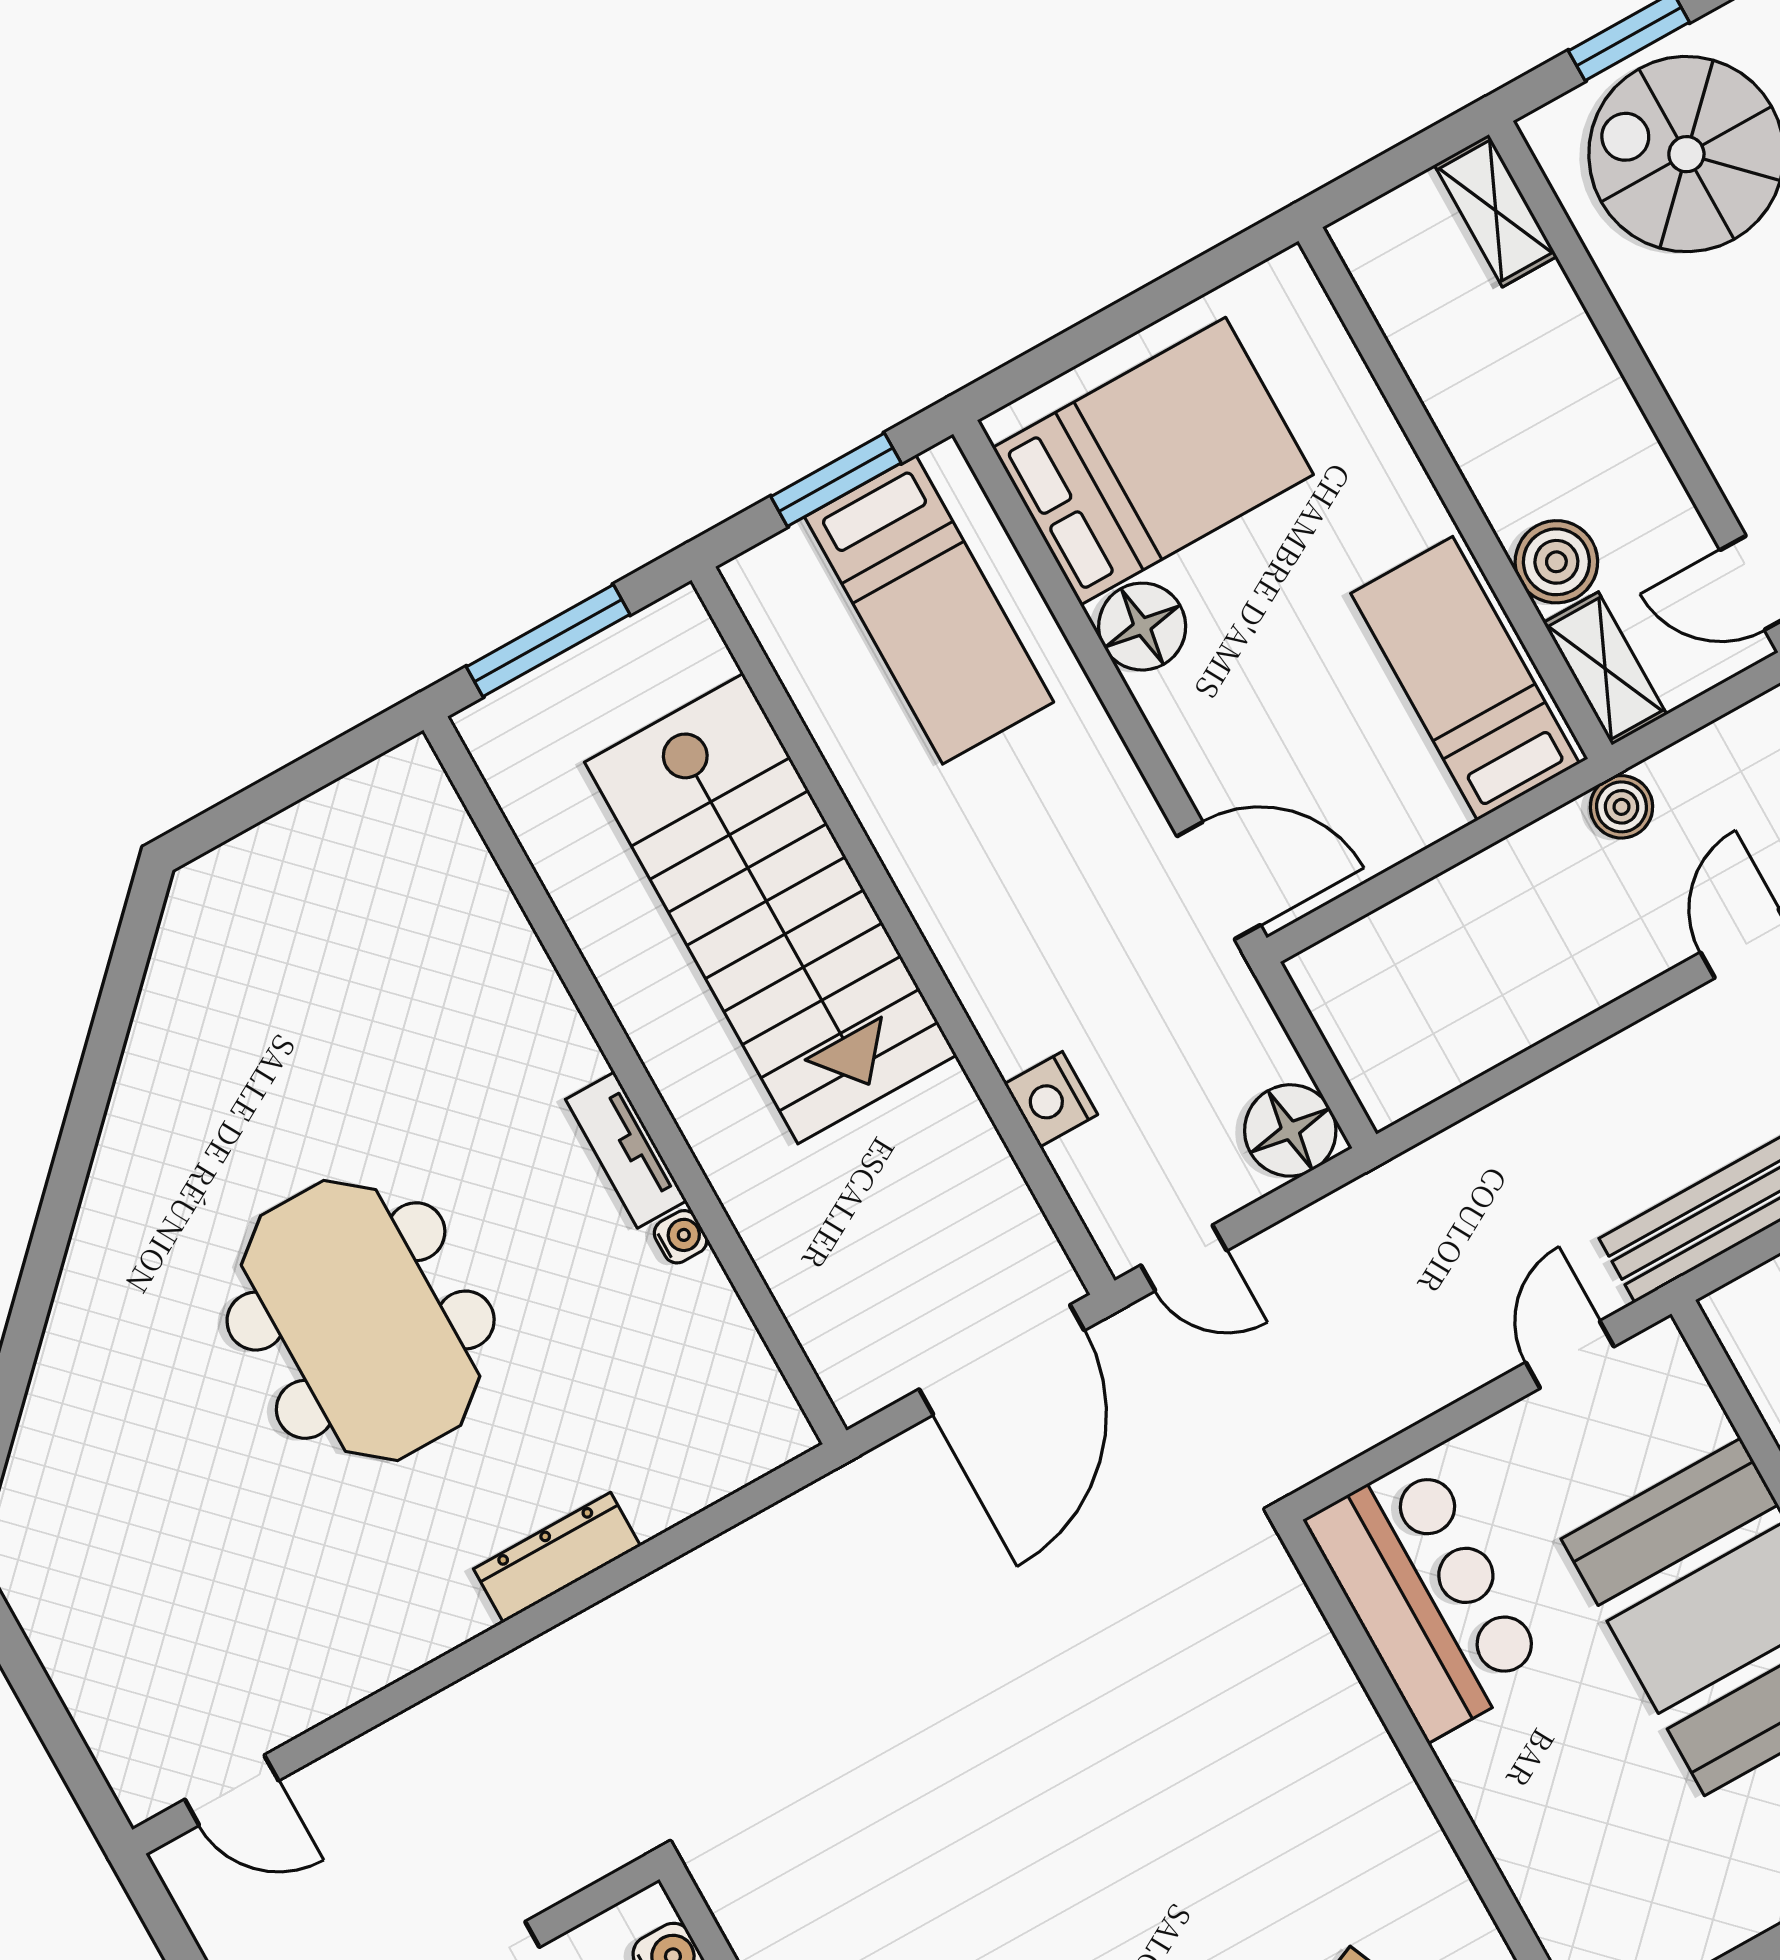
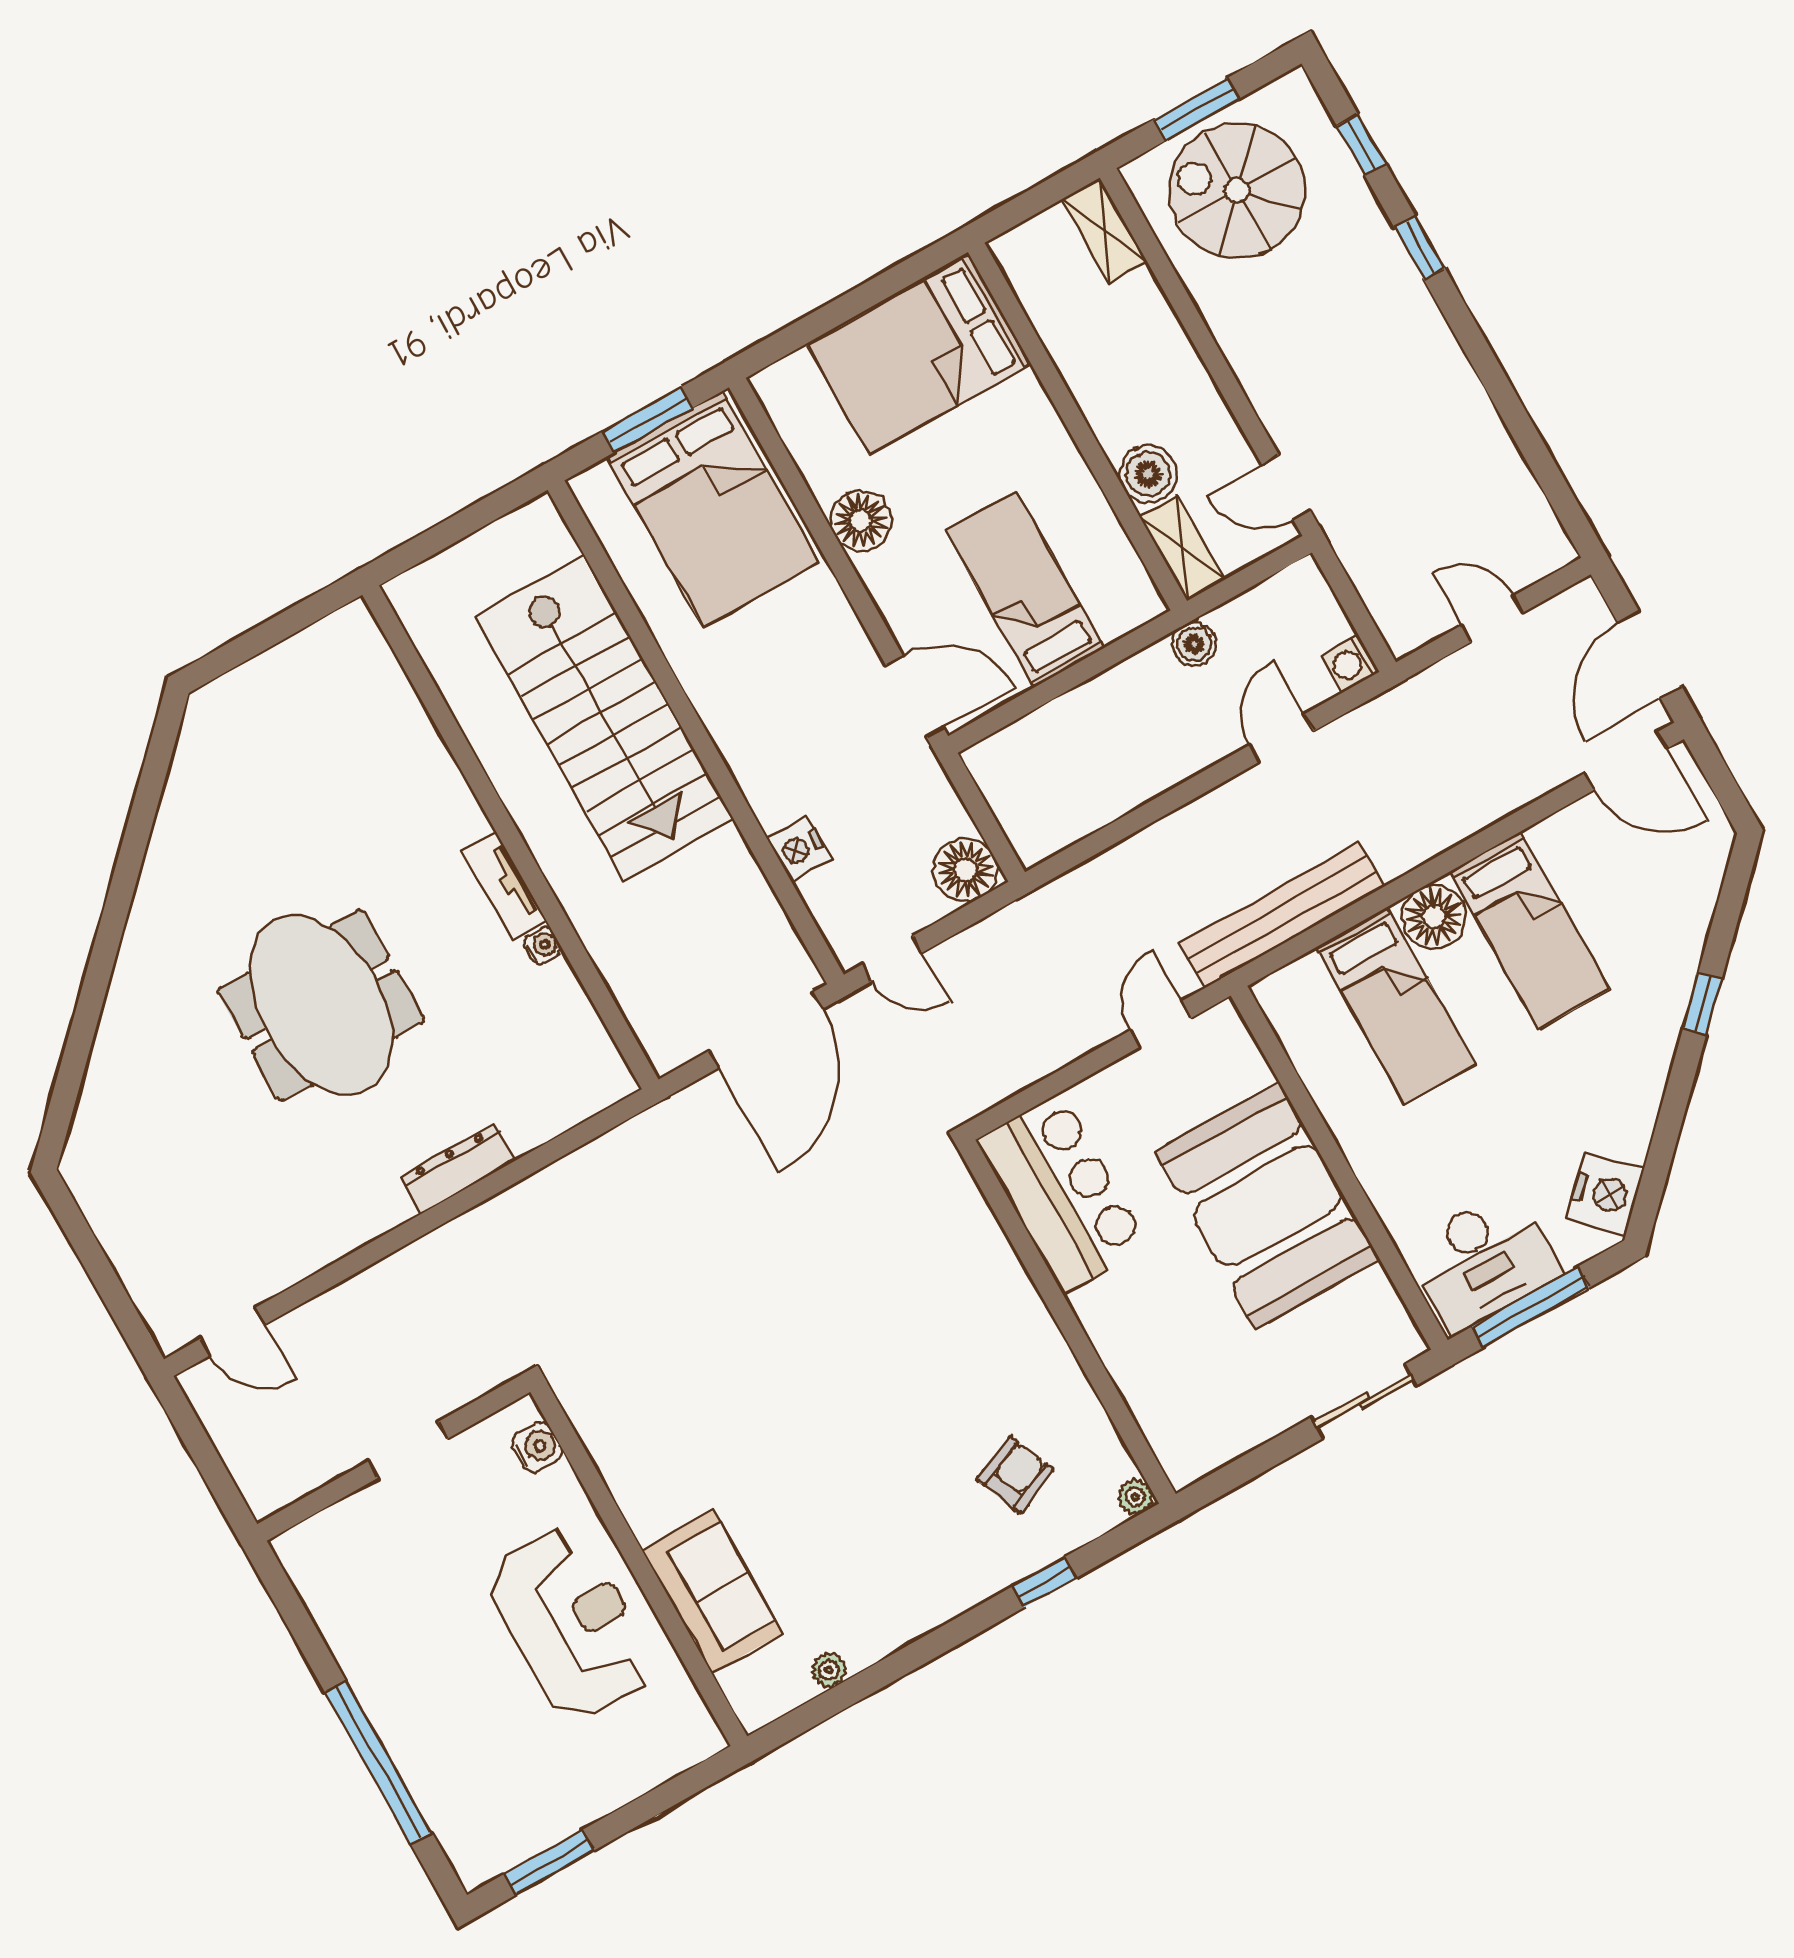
bed: (1153, 461) -> (919, 355), moved, turned 180
bed: (929, 609) -> (713, 509), width x1.50
window: (548, 641) -> (448, 532), removed
bed: (1465, 678) -> (1025, 589), moved

